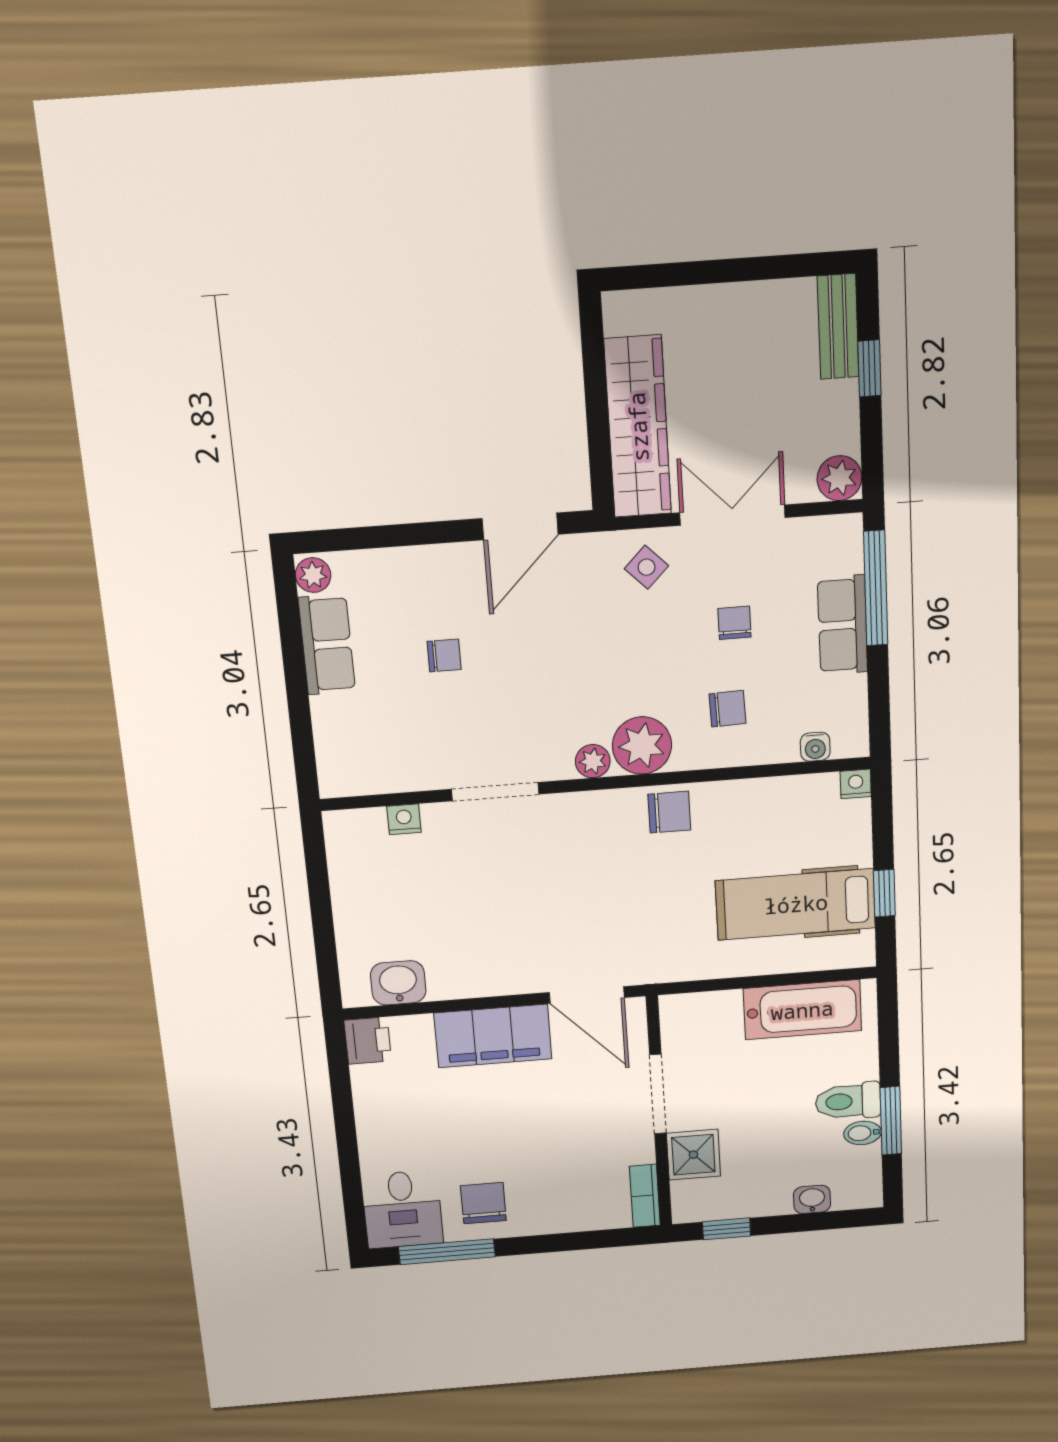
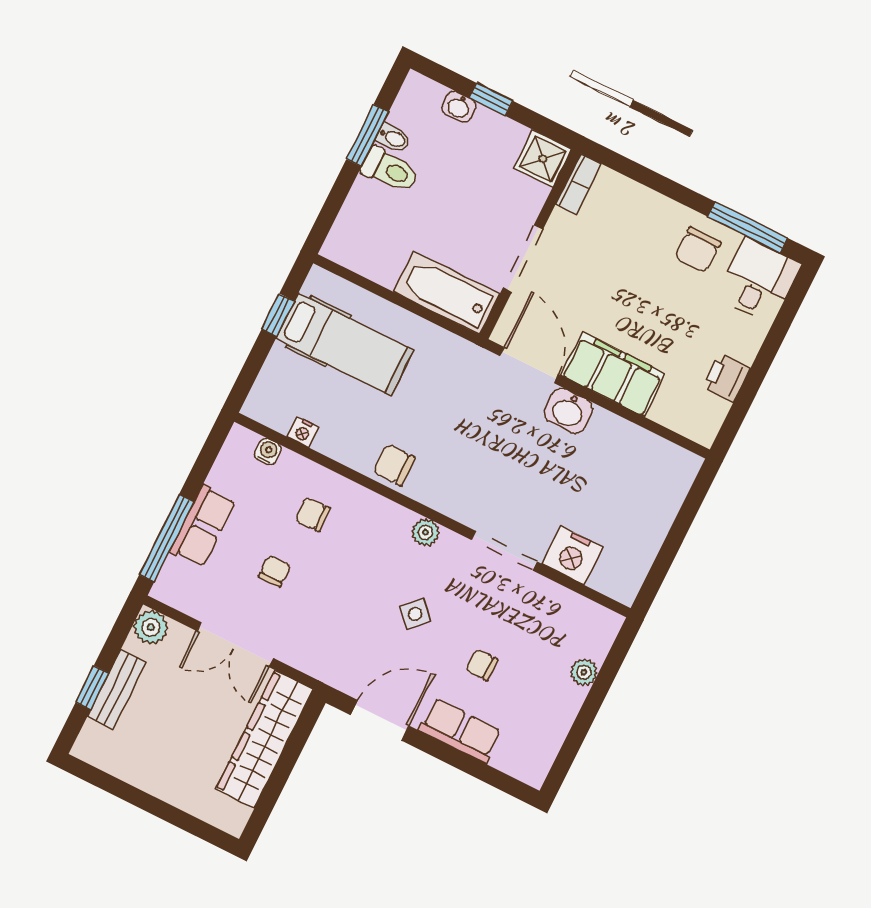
bench: (838, 327) -> (117, 689), moved
side table: (647, 567) -> (415, 614), moved
plant: (313, 575) -> (584, 672), moved
chair: (734, 623) -> (275, 571), turned 180
row of seats: (327, 645) -> (460, 731), moved, turned 90
plant: (642, 745) -> (386, 523), removed
nightstand: (856, 784) -> (303, 432), moved
nightstand: (404, 819) -> (572, 555), width x1.89, depth x1.79
washbasin: (398, 983) -> (568, 411), moved
bathtub: (802, 1010) -> (446, 293), moved
printer: (368, 1041) -> (726, 378), moved
shower: (693, 1155) -> (543, 159), moved
window: (727, 1229) -> (491, 99), moved

